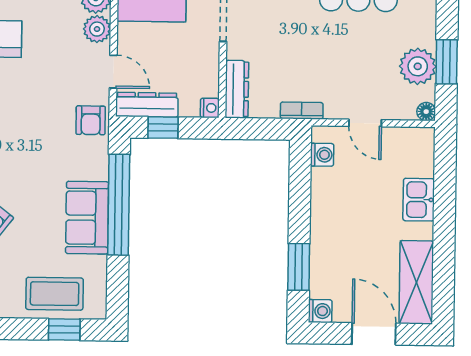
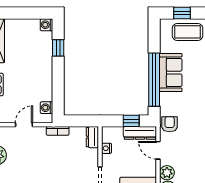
dresser: (237, 89) -> (92, 137), width x0.70
nightstand: (210, 108) -> (107, 148), moved
door: (365, 123) -> (24, 125), hinge flipped
window: (299, 267) -> (58, 48), width x0.67
door: (374, 334) -> (18, 13), removed

